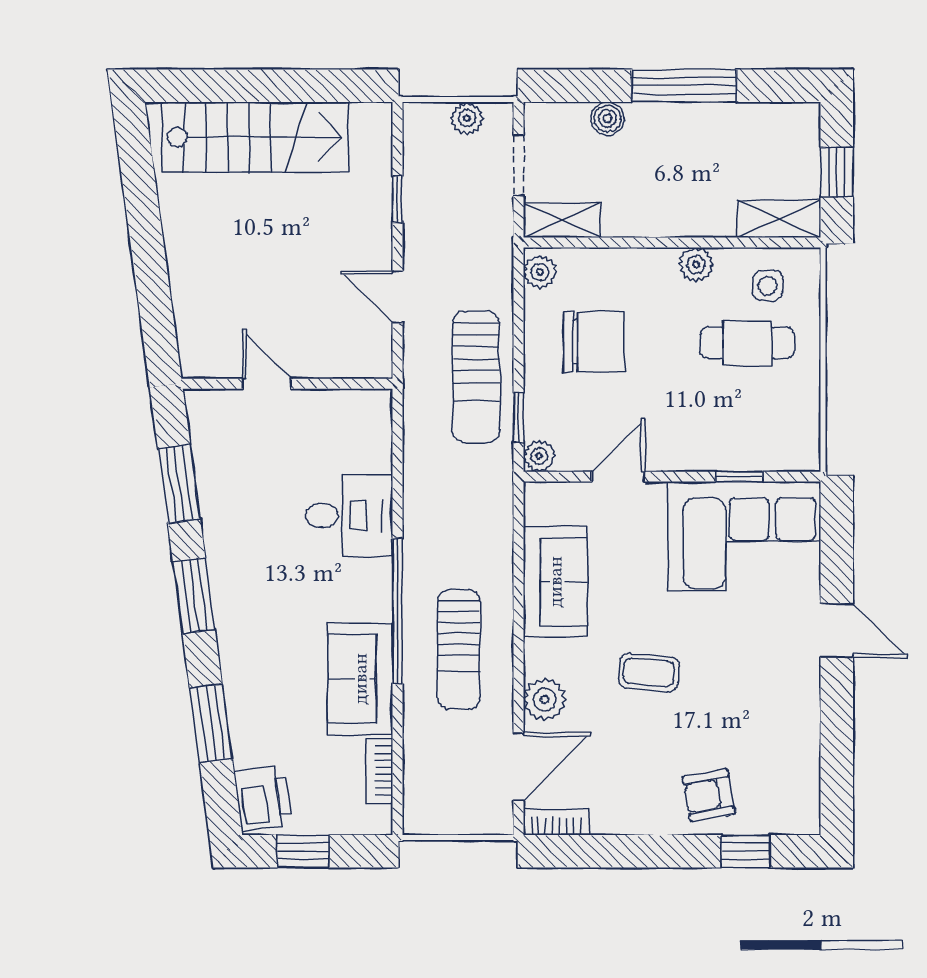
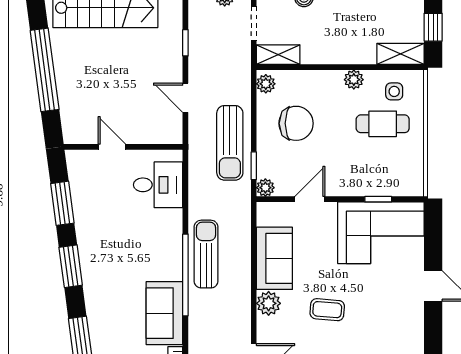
window: (148, 247) -> (45, 70), added
desk: (349, 515) -> (158, 185), moved
sun lounger: (459, 650) -> (206, 254), moved, turned 180
plant: (545, 699) -> (269, 303), moved

